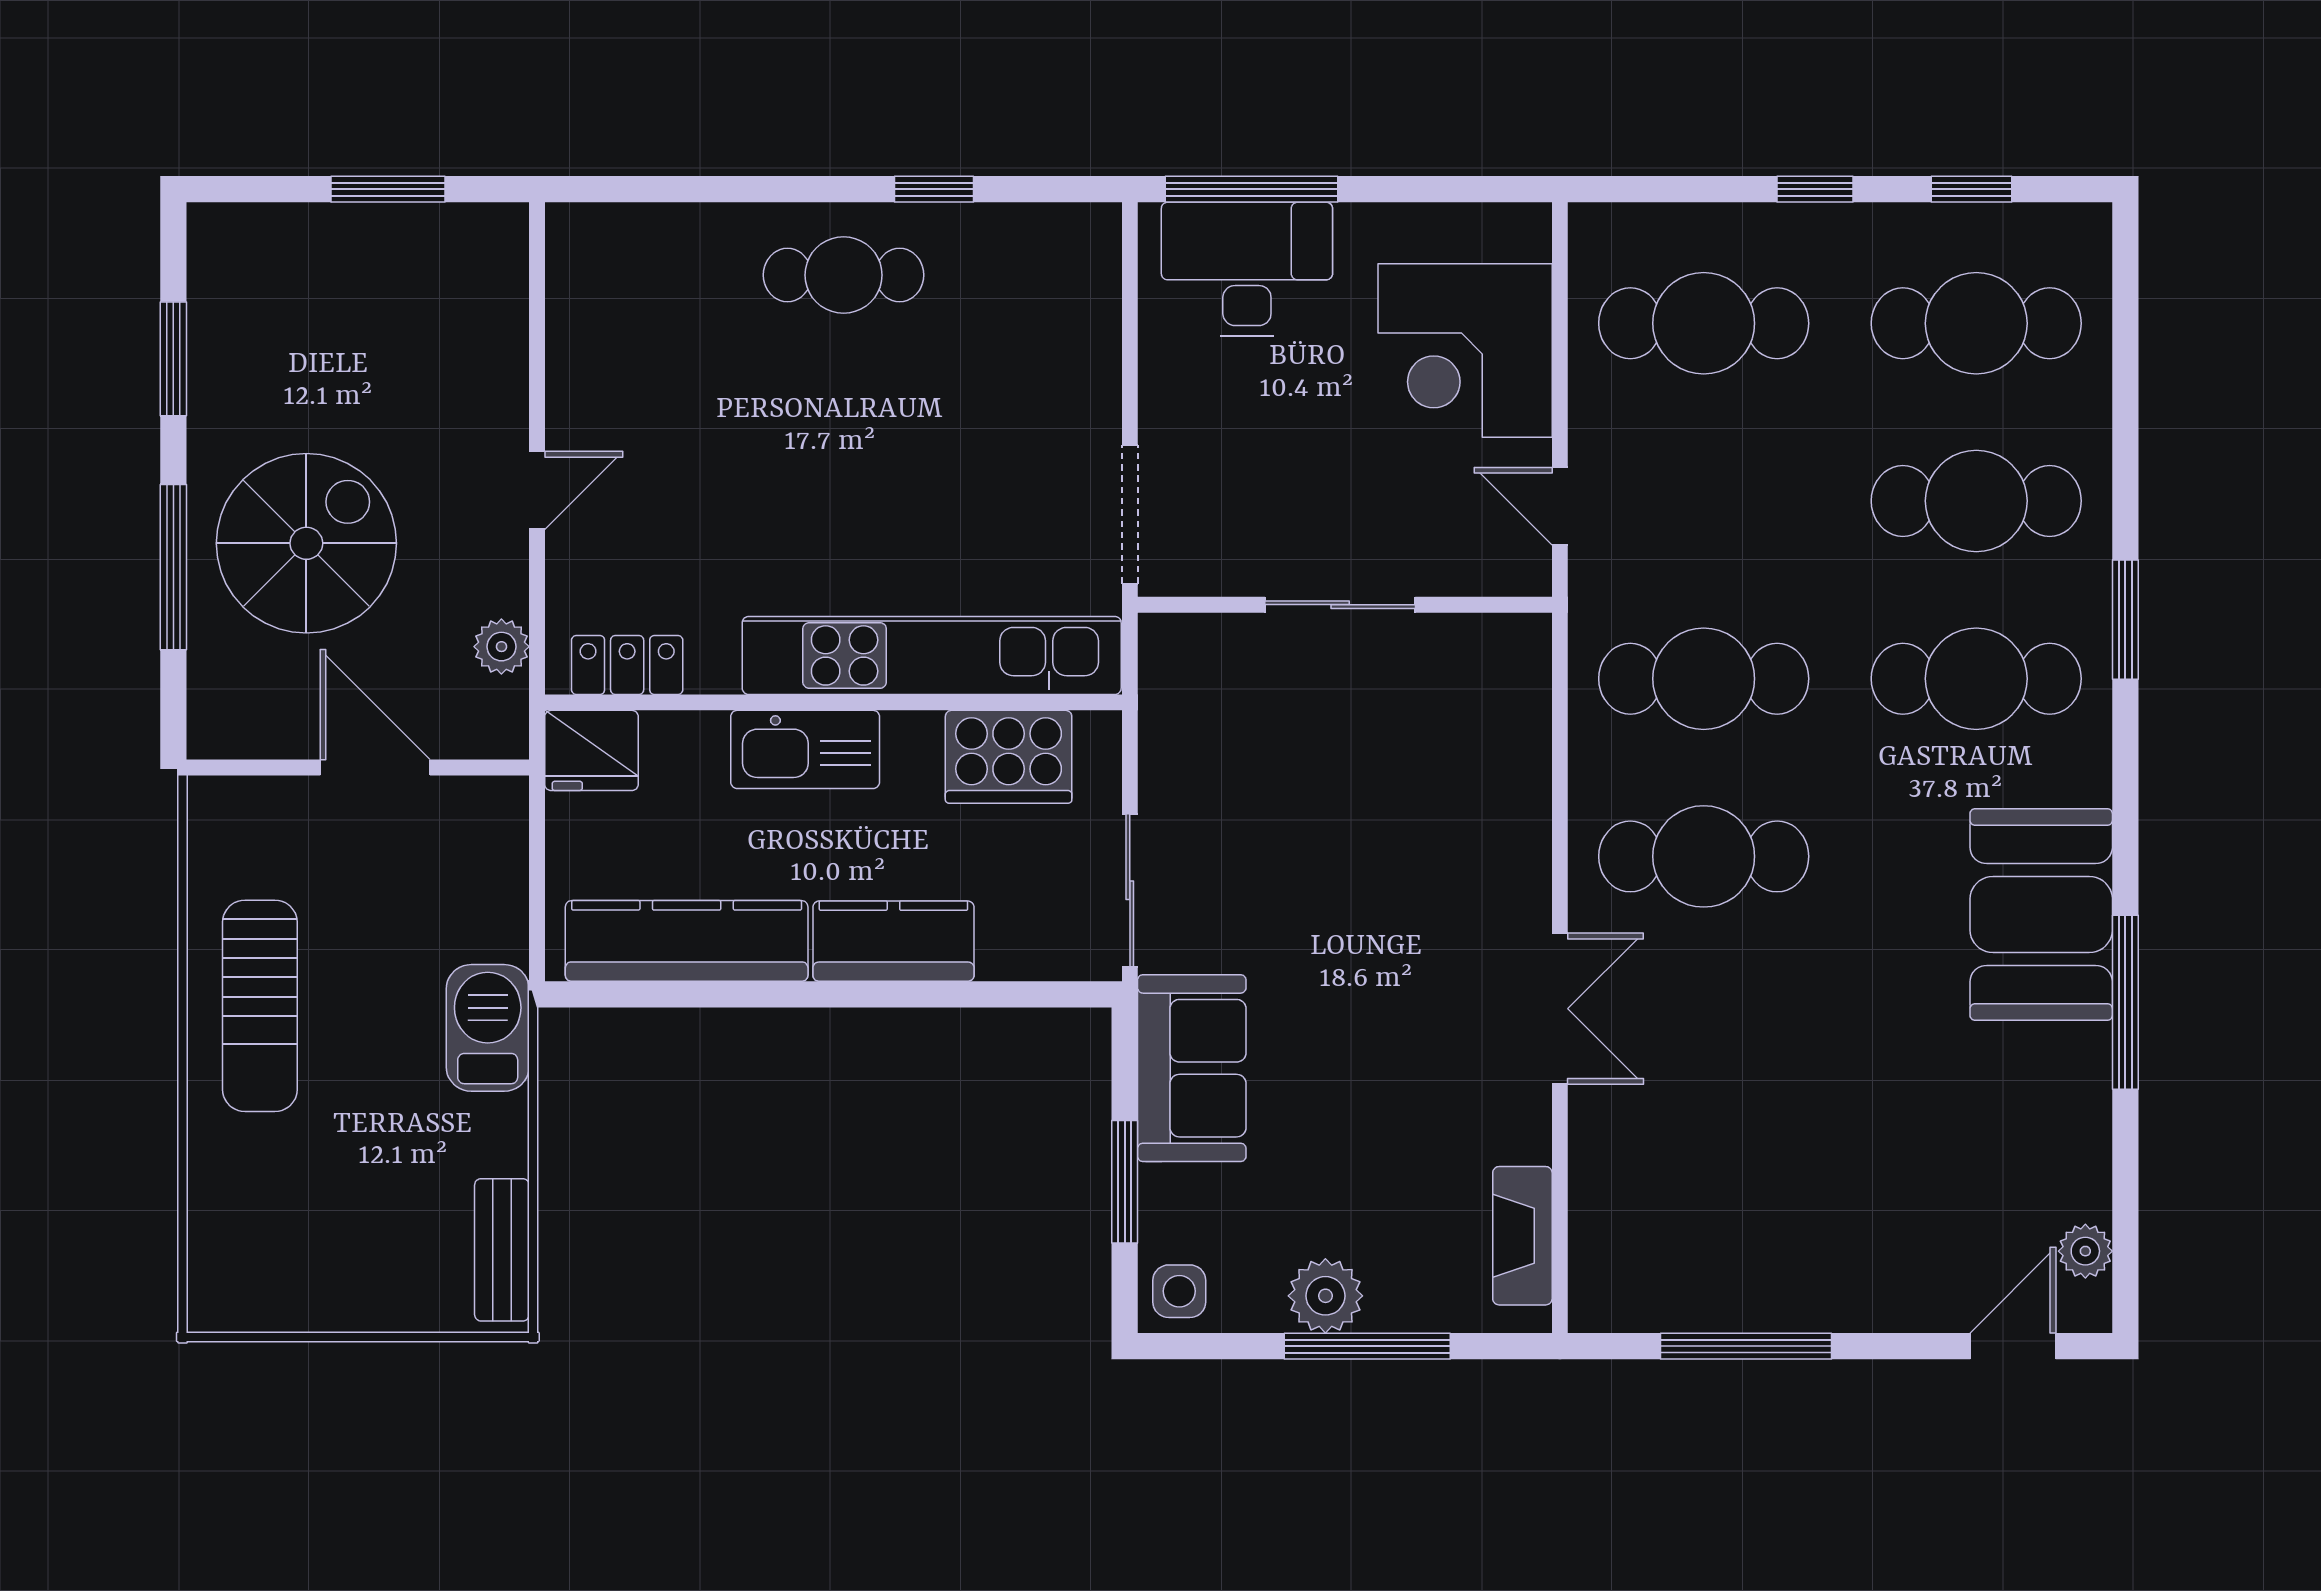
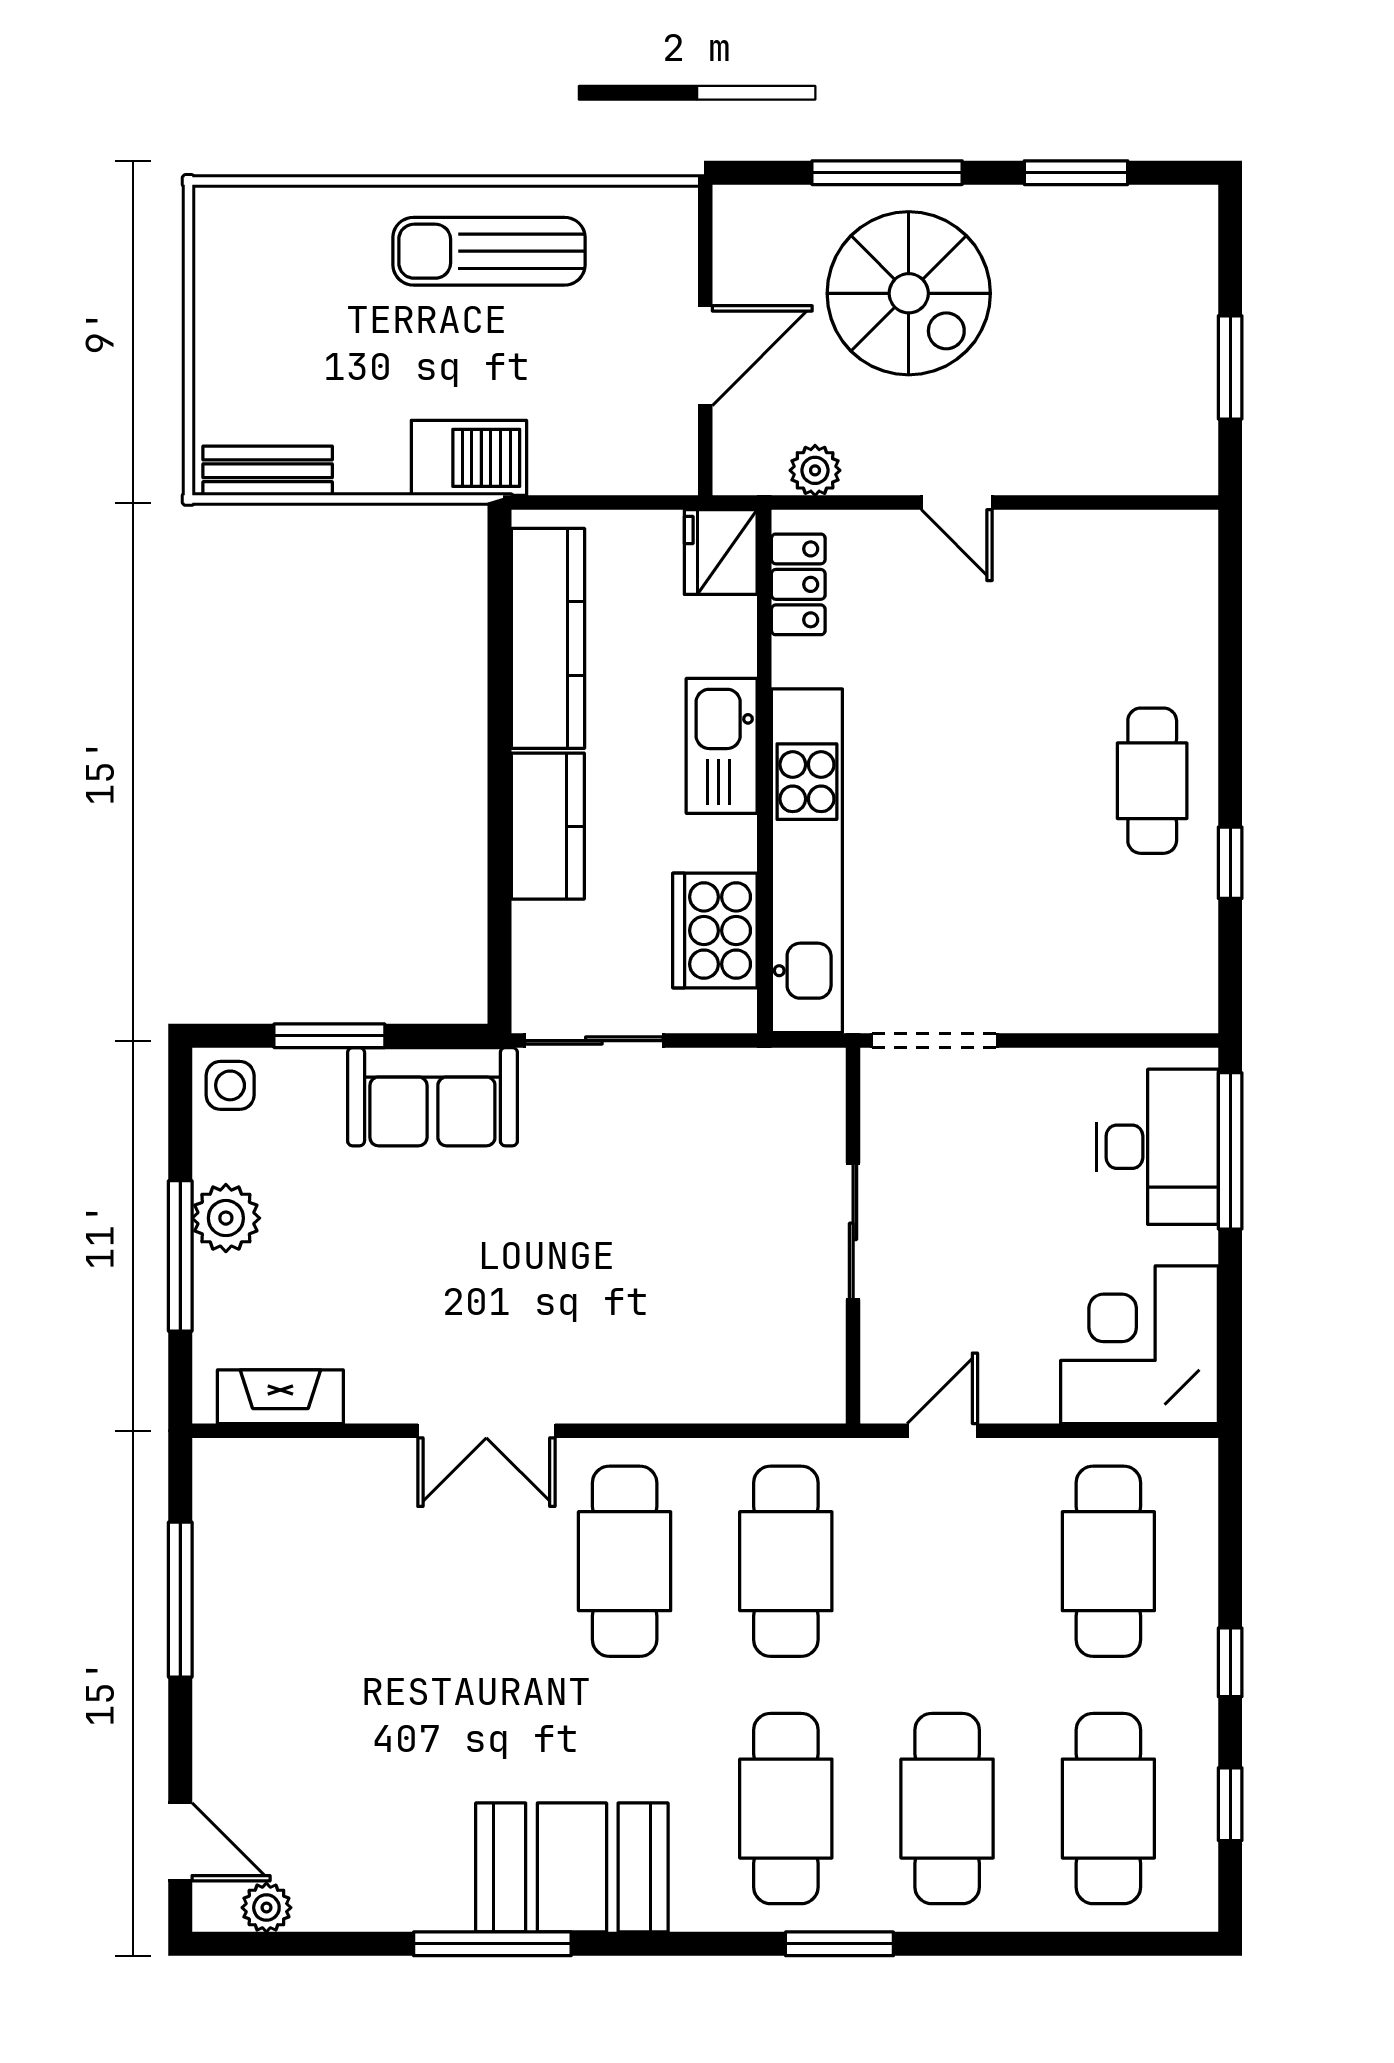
corner desk: (1465, 351) -> (1139, 1345), moved

